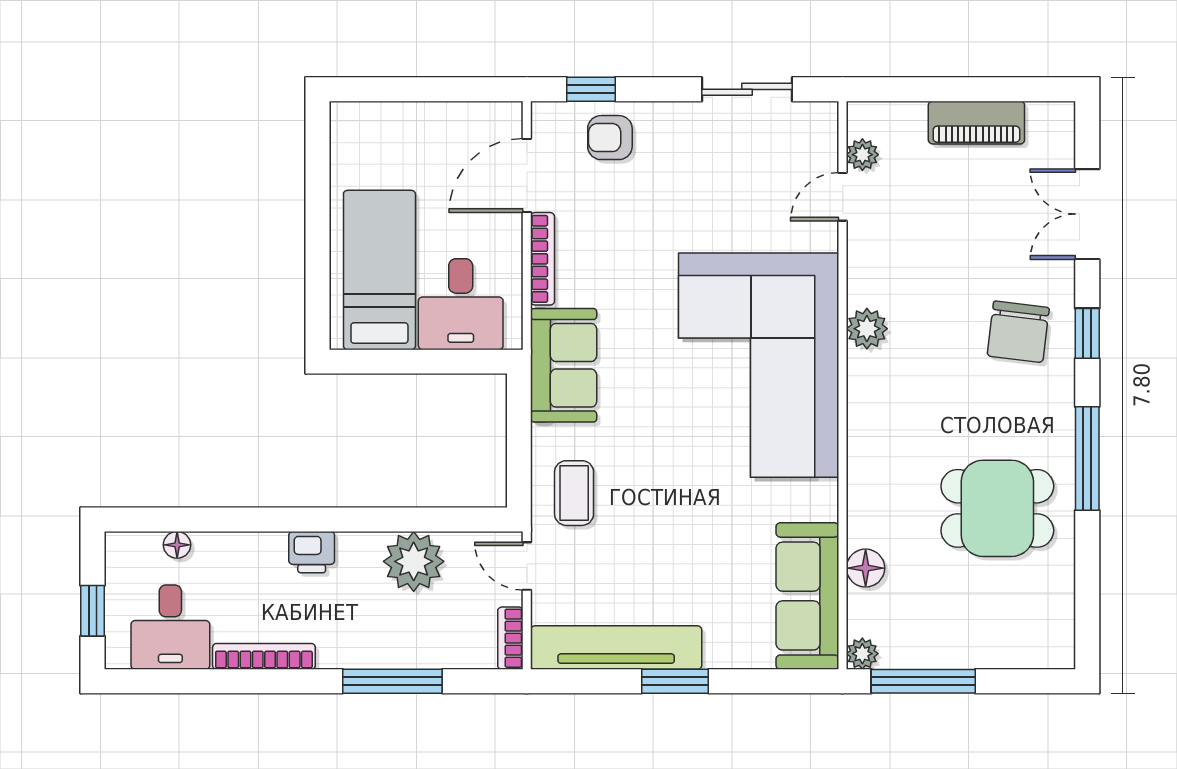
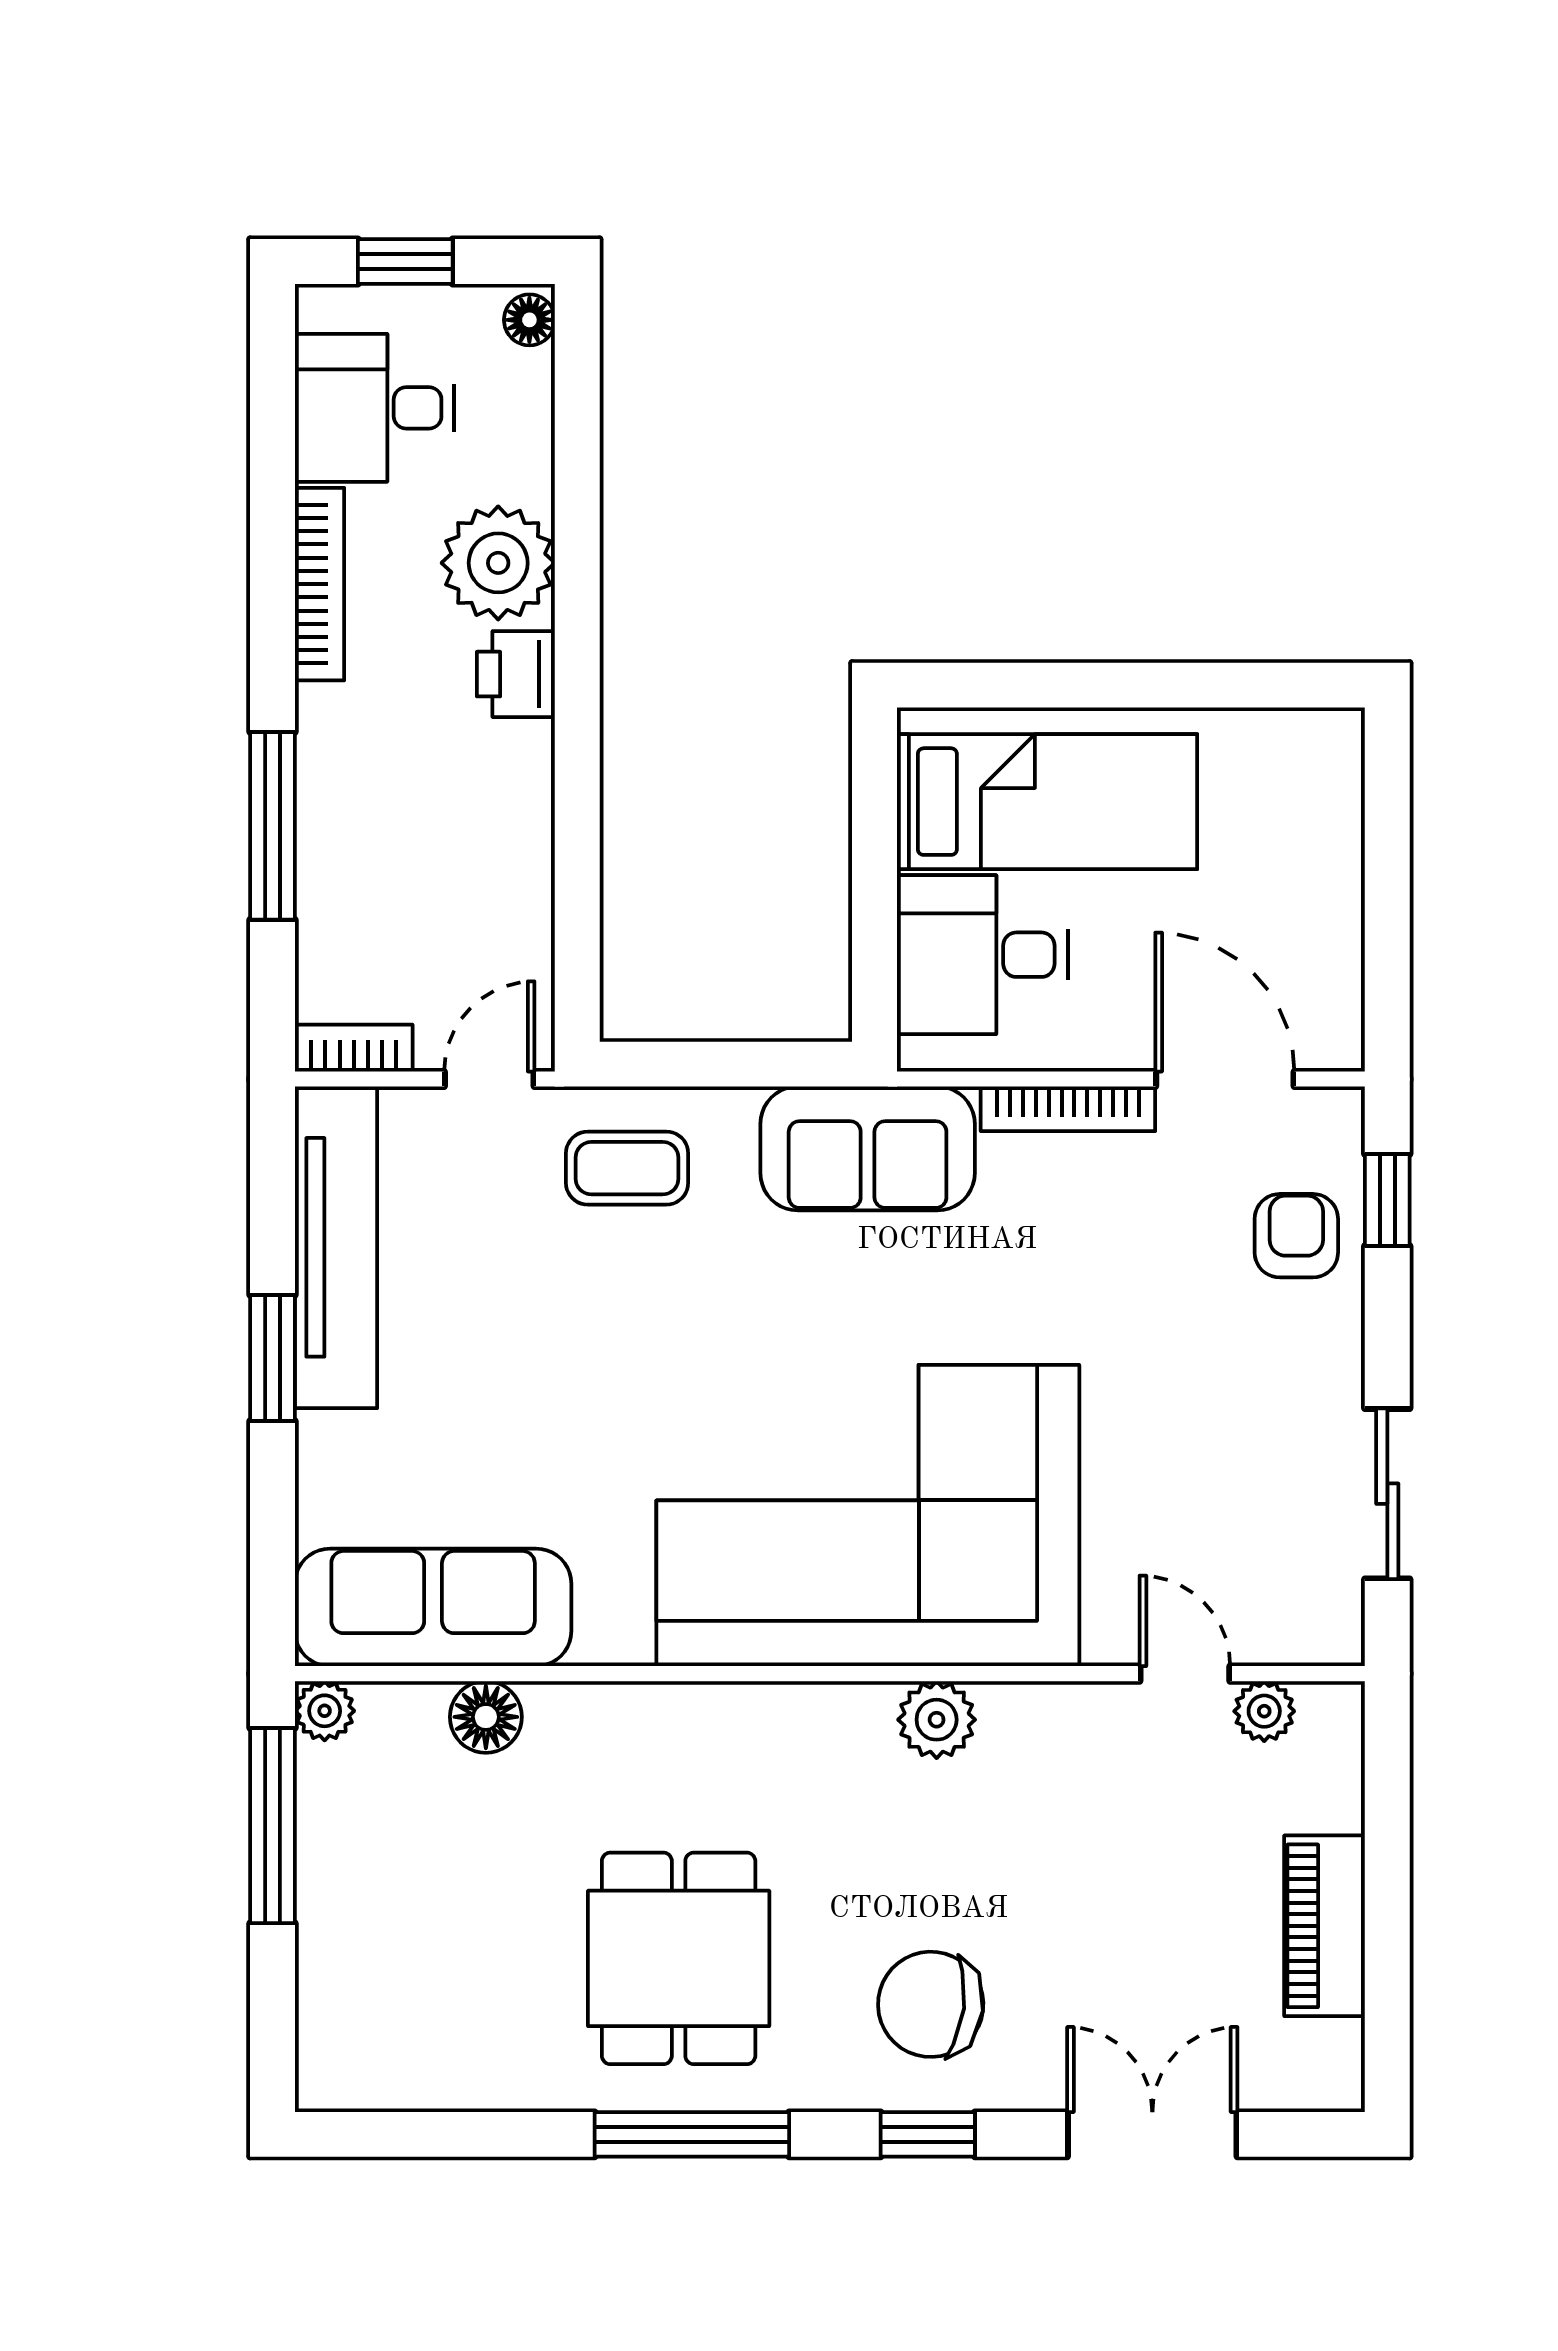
dining table: (997, 508) -> (679, 1958), moved
floor lamp: (177, 545) -> (529, 320), moved
plant: (414, 561) -> (498, 563), moved

